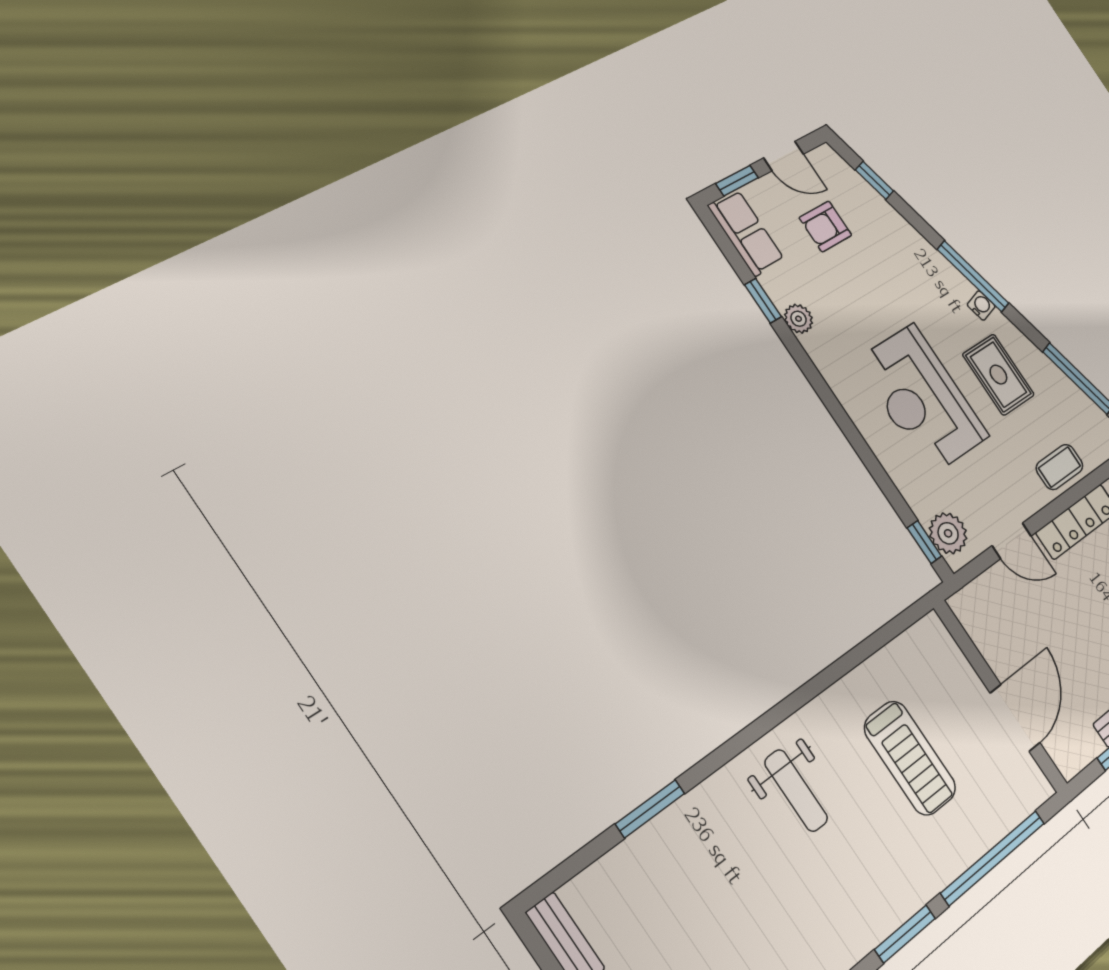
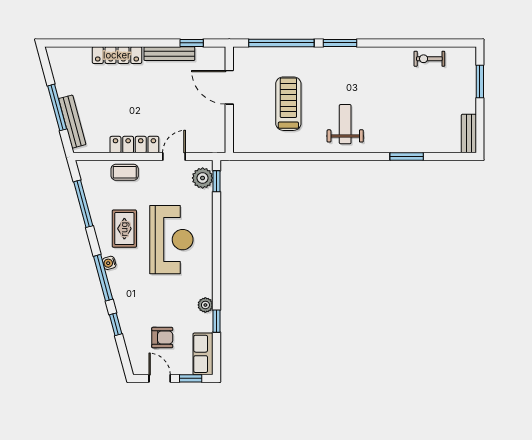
window: (874, 180) -> (116, 324), moved
door: (1012, 541) -> (174, 157), hinge flipped
door: (1015, 718) -> (229, 87), hinge flipped

